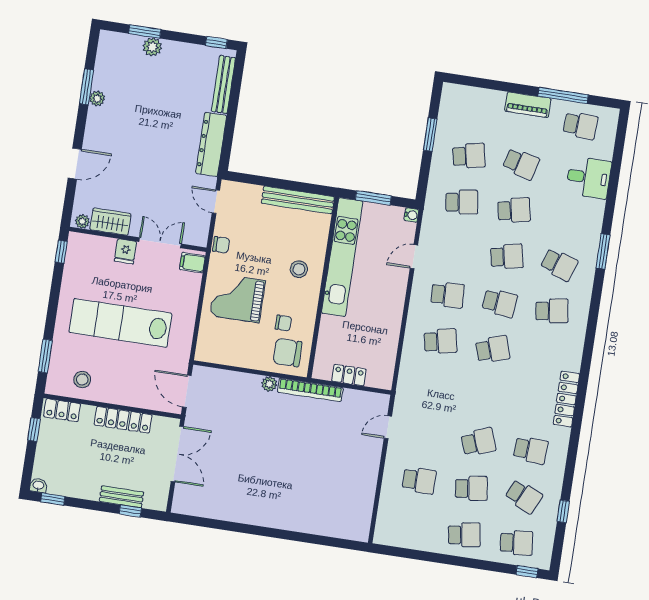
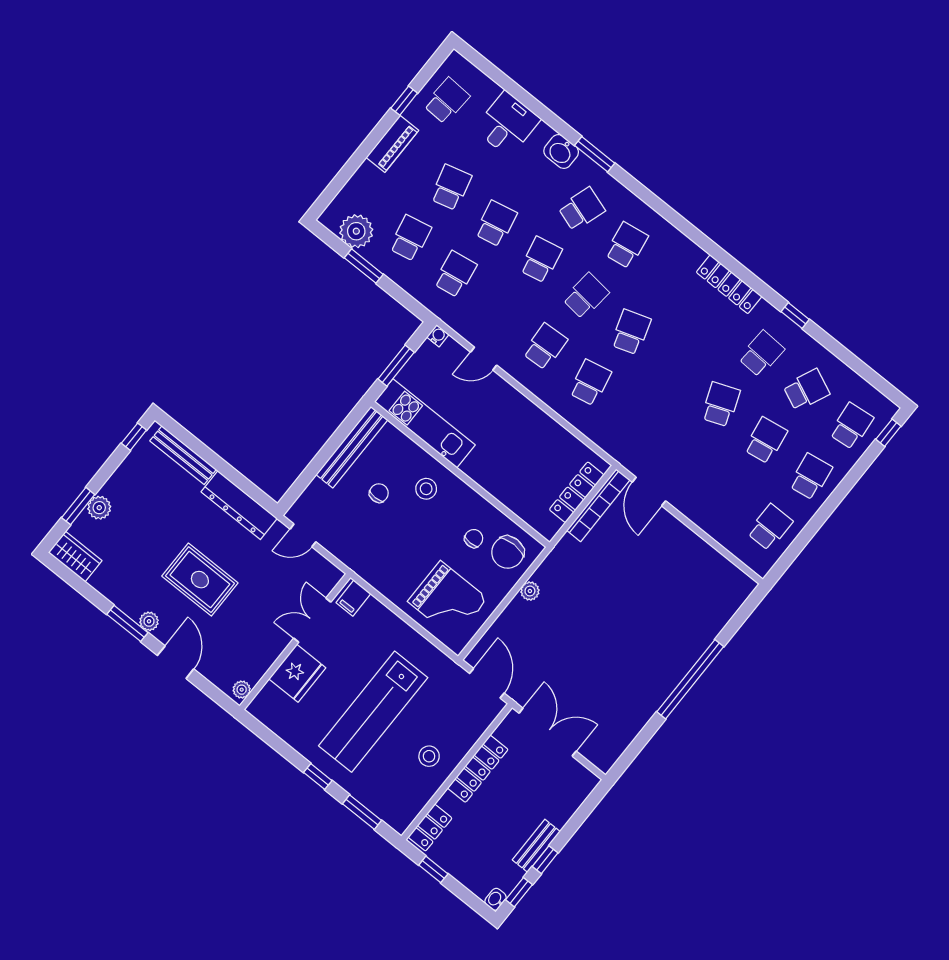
window: (86, 87) -> (127, 623), moved
window: (563, 95) -> (404, 101), width x0.46
plant: (97, 99) -> (149, 621), moved
plant: (452, 115) -> (356, 231), added
rug: (143, 147) -> (200, 580), added
school desk: (521, 164) -> (451, 187), turned -30
wardrobe: (110, 222) -> (75, 557), moved, turned 90
washbasin: (591, 227) -> (561, 152), added
chair: (221, 245) -> (379, 493), moved
fridge: (125, 251) -> (297, 673), width x1.88, depth x1.34
window: (61, 252) -> (318, 776), moved
kitchen unit: (342, 257) -> (425, 423), width x0.73
door: (414, 257) -> (484, 359), hinge flipped
grand piano: (238, 298) -> (448, 600), moved, turned -90
locker: (349, 375) -> (577, 492), width x1.53
stool: (82, 379) -> (429, 756), moved
bookcase: (310, 390) -> (598, 505), moved
door: (187, 391) -> (487, 683), swing flipped
door: (388, 427) -> (649, 492), width x1.38
school desk: (419, 480) -> (770, 527), moved
bench: (121, 497) -> (536, 846), moved
window: (130, 511) -> (545, 860), moved
window: (563, 511) -> (795, 316), moved
window: (273, 533) -> (690, 679), added

